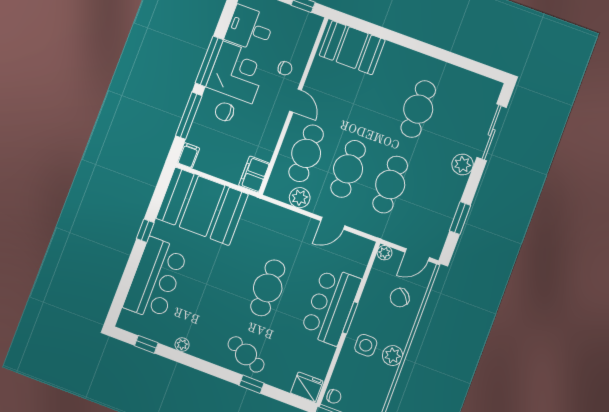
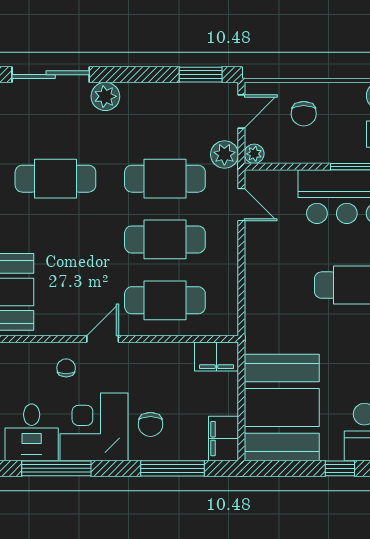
window: (209, 61) -> (56, 468), moved
filing cabinet: (188, 155) -> (223, 439), width x2.00
plant: (300, 198) -> (224, 154), moved
window: (460, 218) -> (201, 75), moved
door: (333, 223) -> (241, 205), moved
door: (417, 255) -> (241, 112), hinge flipped
chair: (400, 298) -> (304, 114), turned 44

